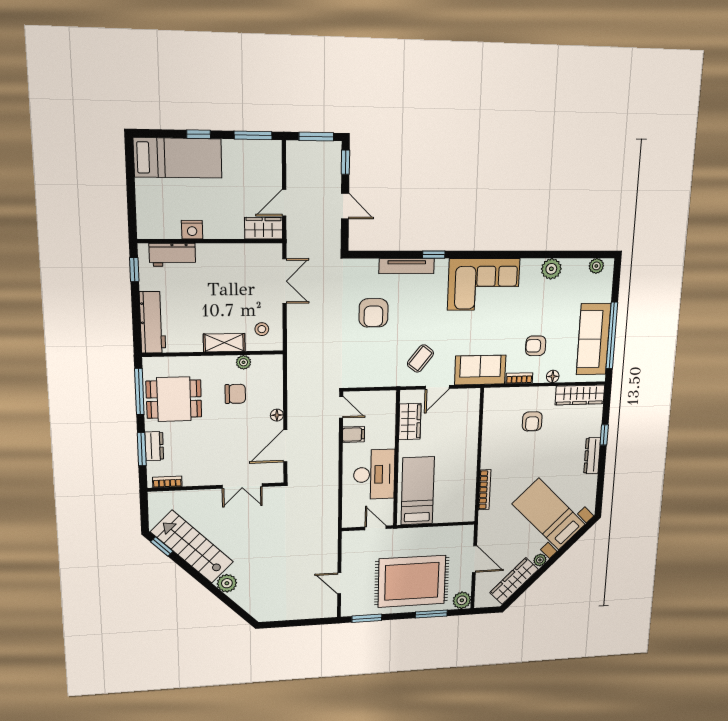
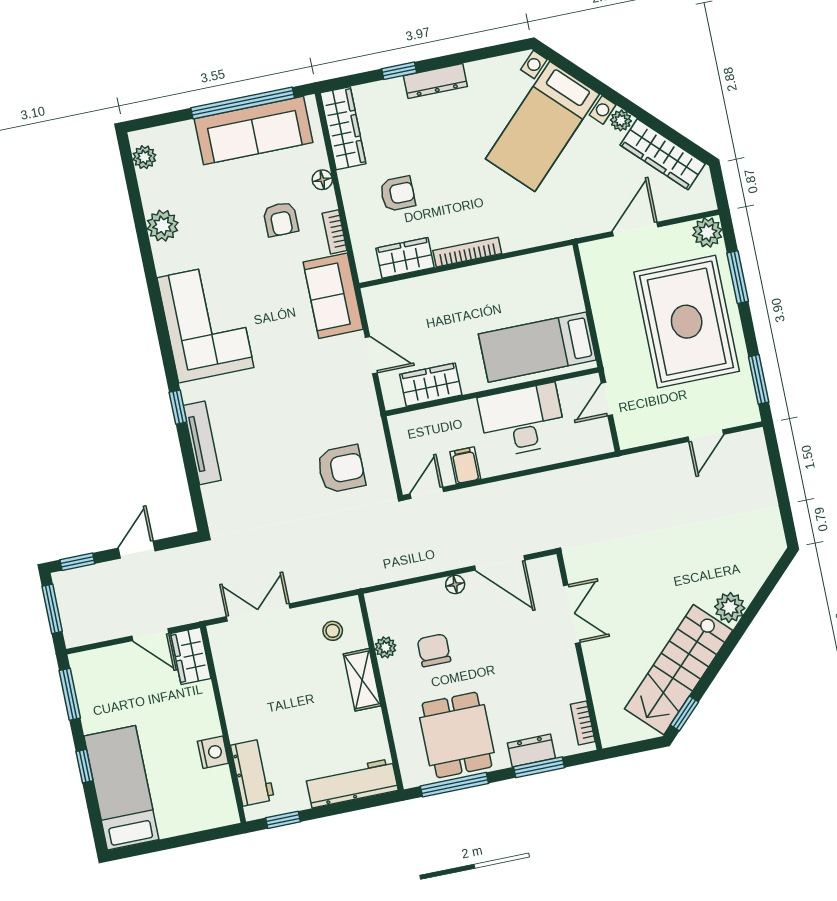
armchair: (374, 313) -> (341, 469), moved
coffee table: (420, 358) -> (332, 391), removed
wardrobe: (492, 419) -> (405, 258), added
bookcase: (485, 490) -> (467, 252), moved

